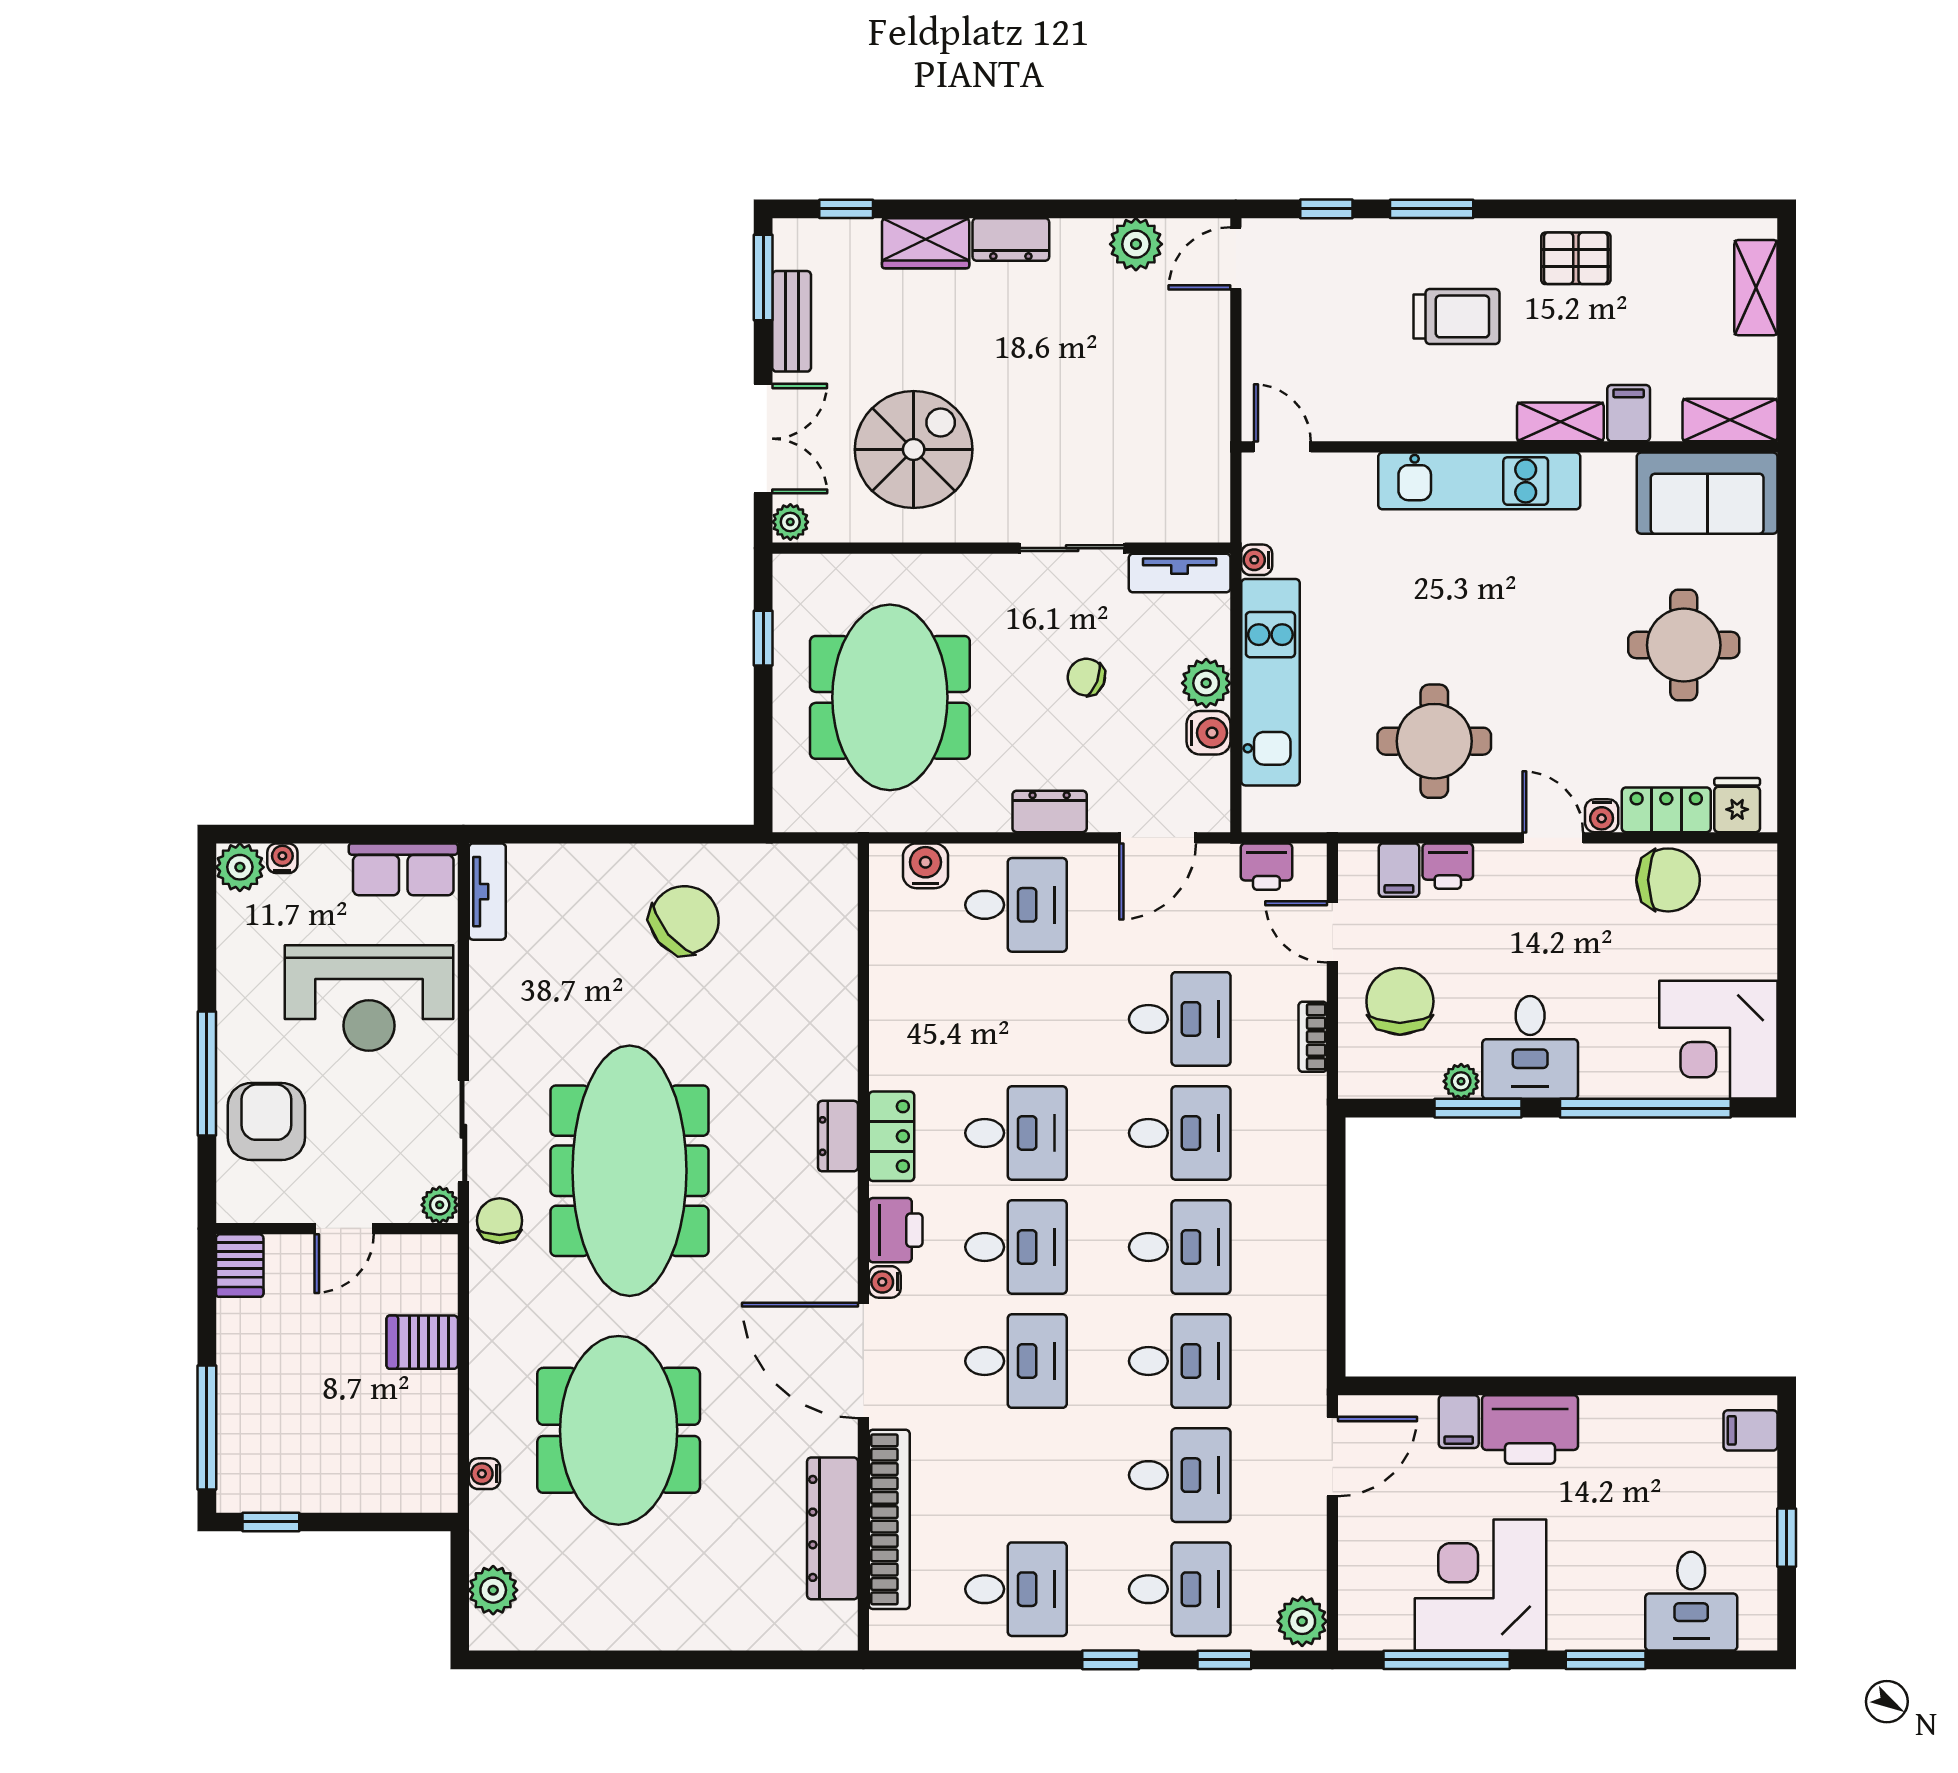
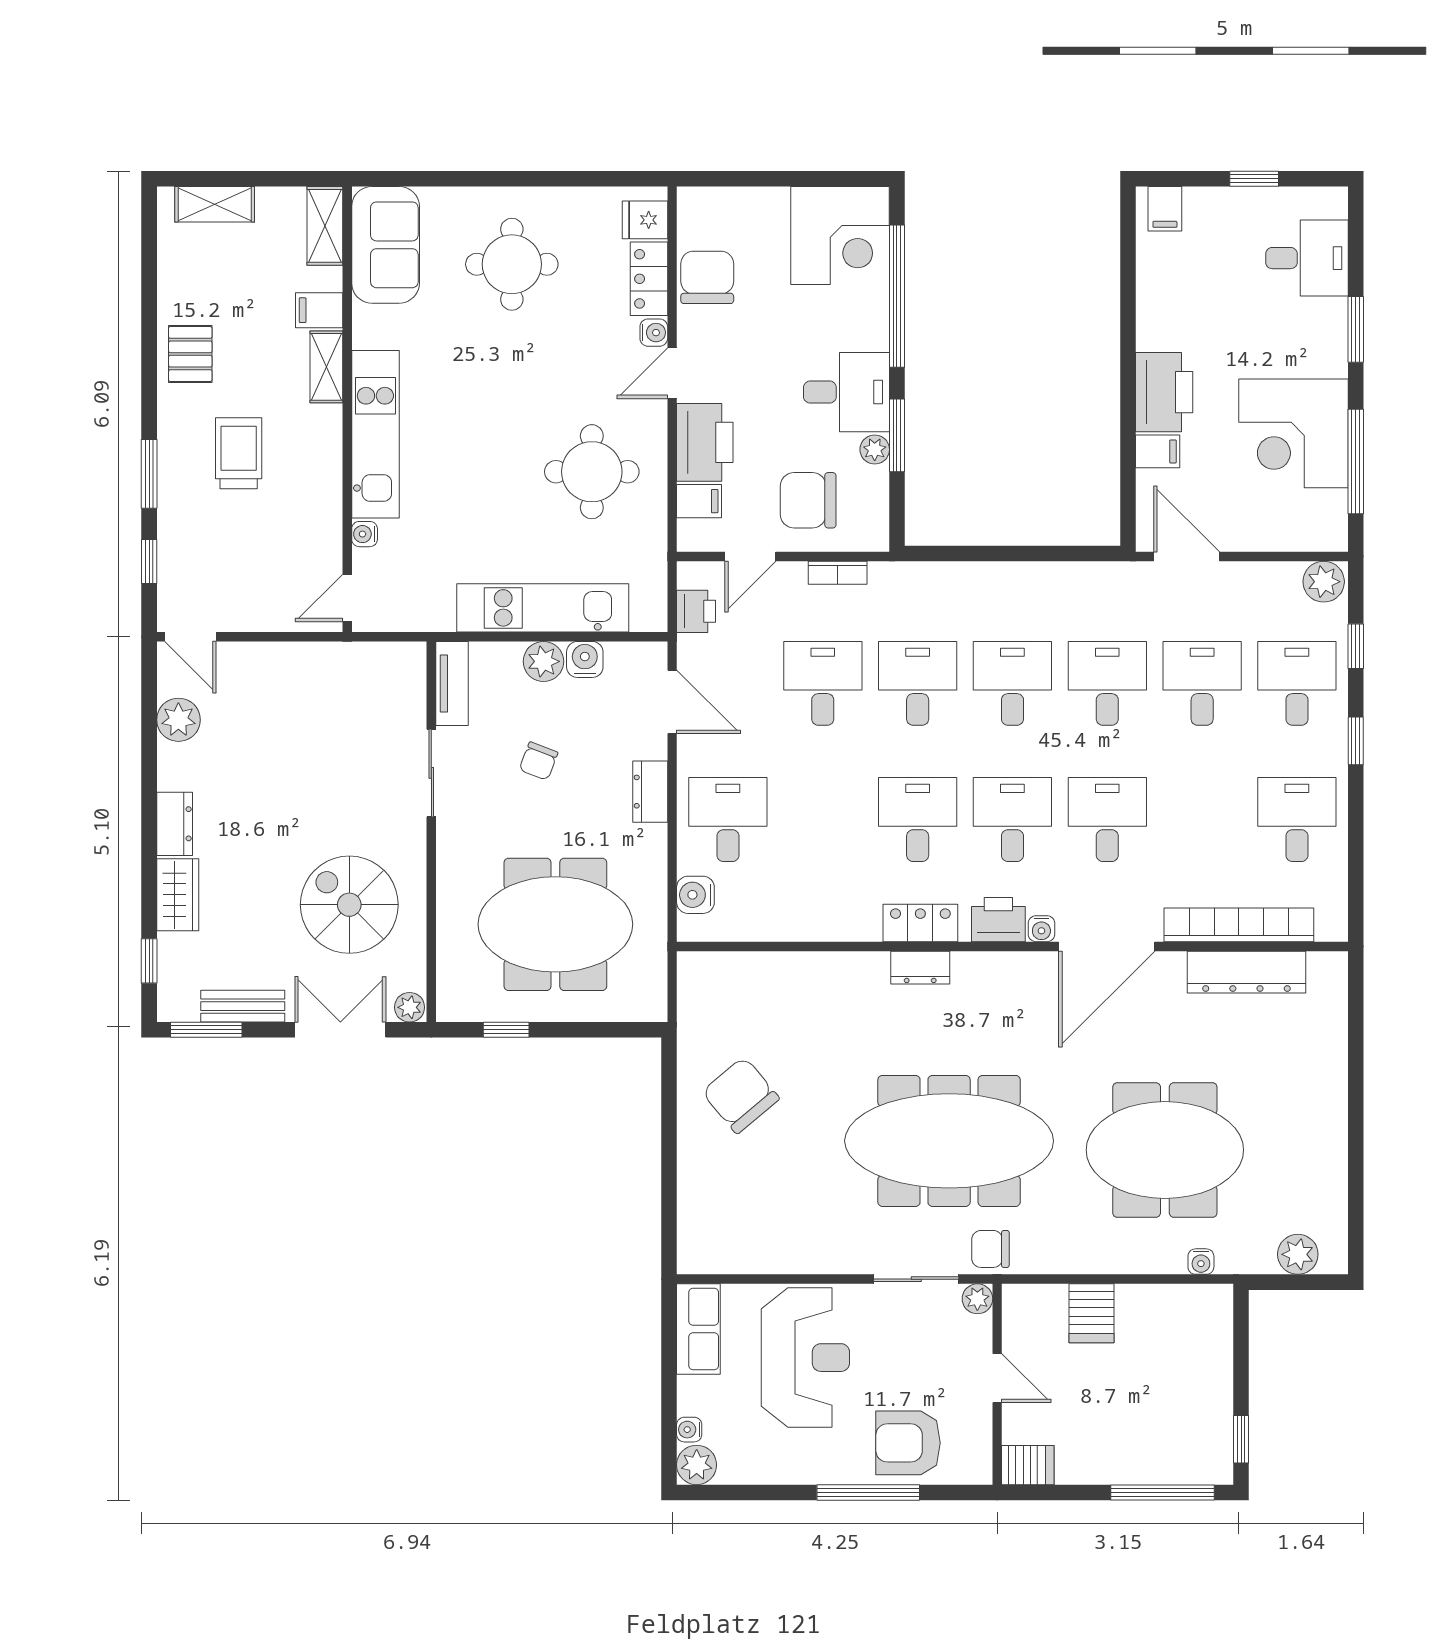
water cooler: (1257, 560) -> (365, 534), moved, turned 90
printer: (1448, 866) -> (705, 442), width x1.87, depth x1.48
tv unit: (487, 892) -> (717, 1259), removed

